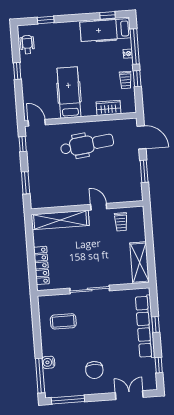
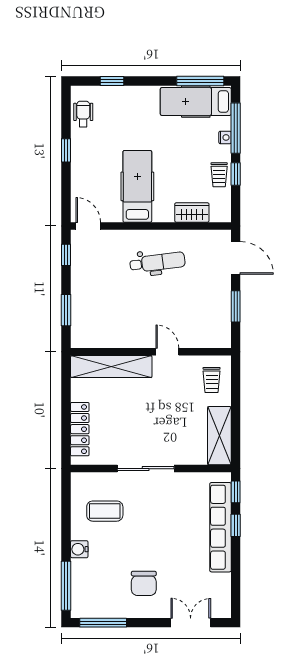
window: (108, 15) -> (200, 81), width x2.17
dental chair: (87, 145) -> (157, 262), width x0.73, depth x0.72
trolley: (121, 222) -> (212, 380), moved
water cooler: (48, 362) -> (79, 549), moved
window: (159, 365) -> (236, 492), moved

